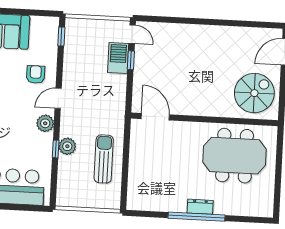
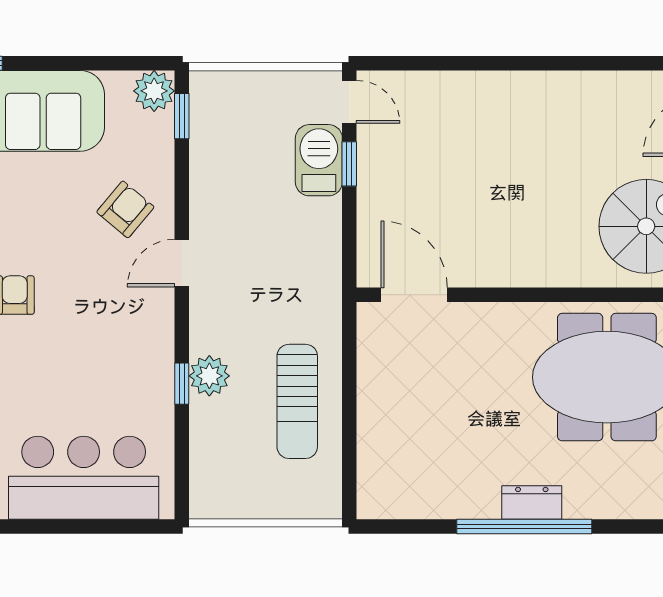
armchair: (36, 74) -> (125, 209), turned 40
plant: (45, 123) -> (154, 91), moved
sun lounger: (104, 159) -> (297, 401), turned 180

